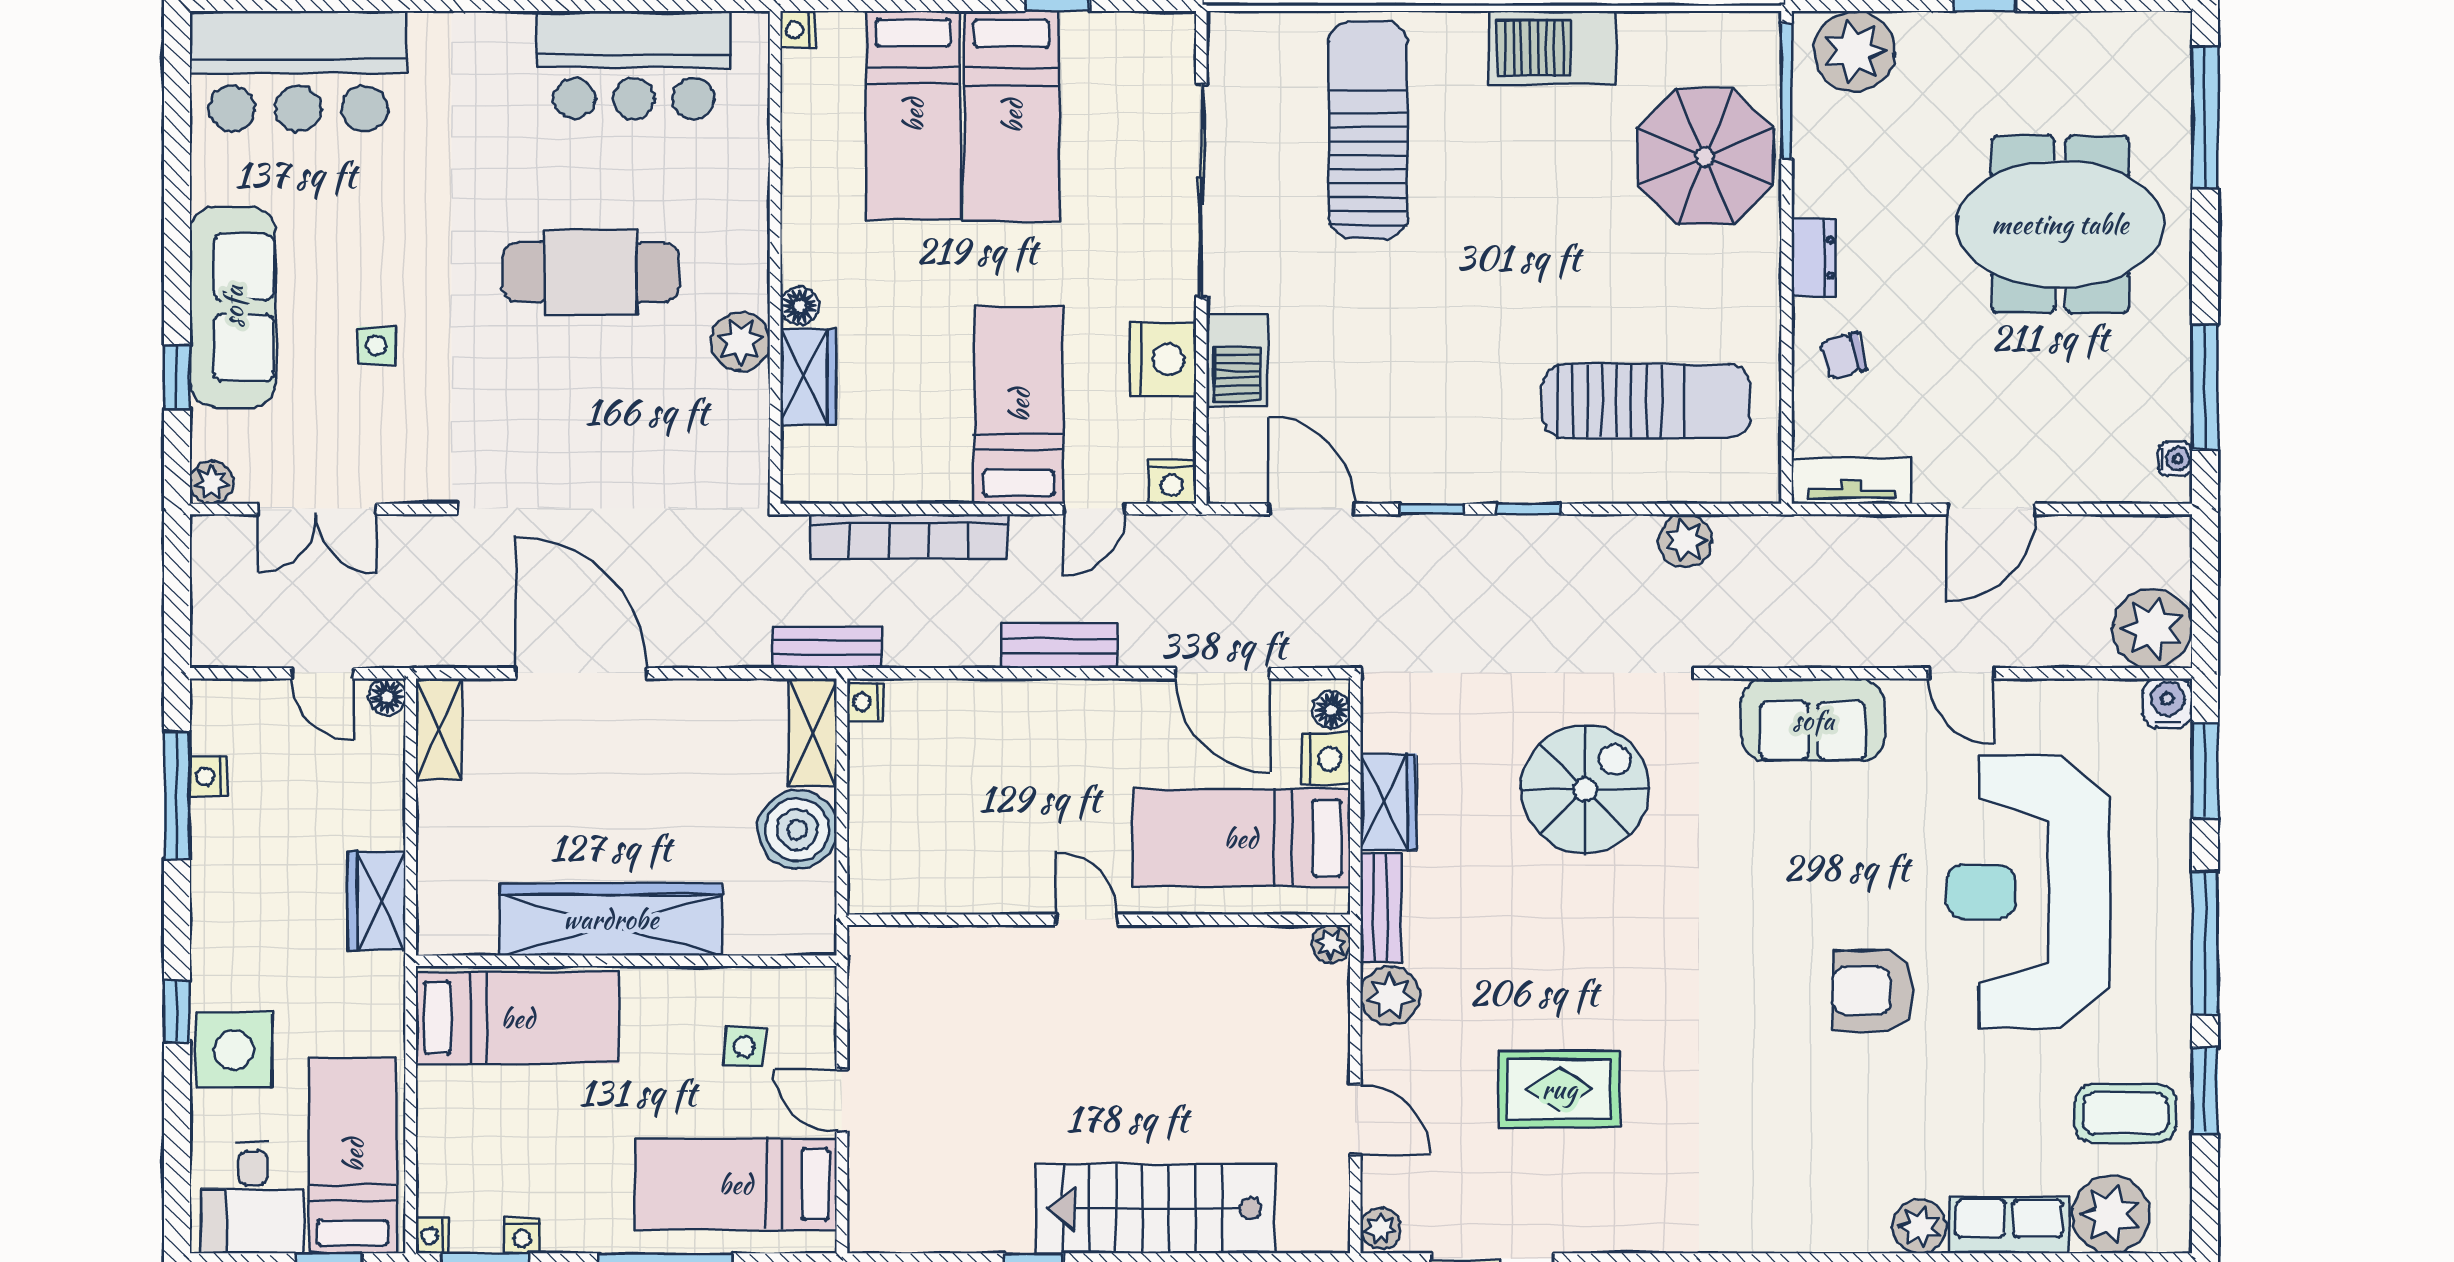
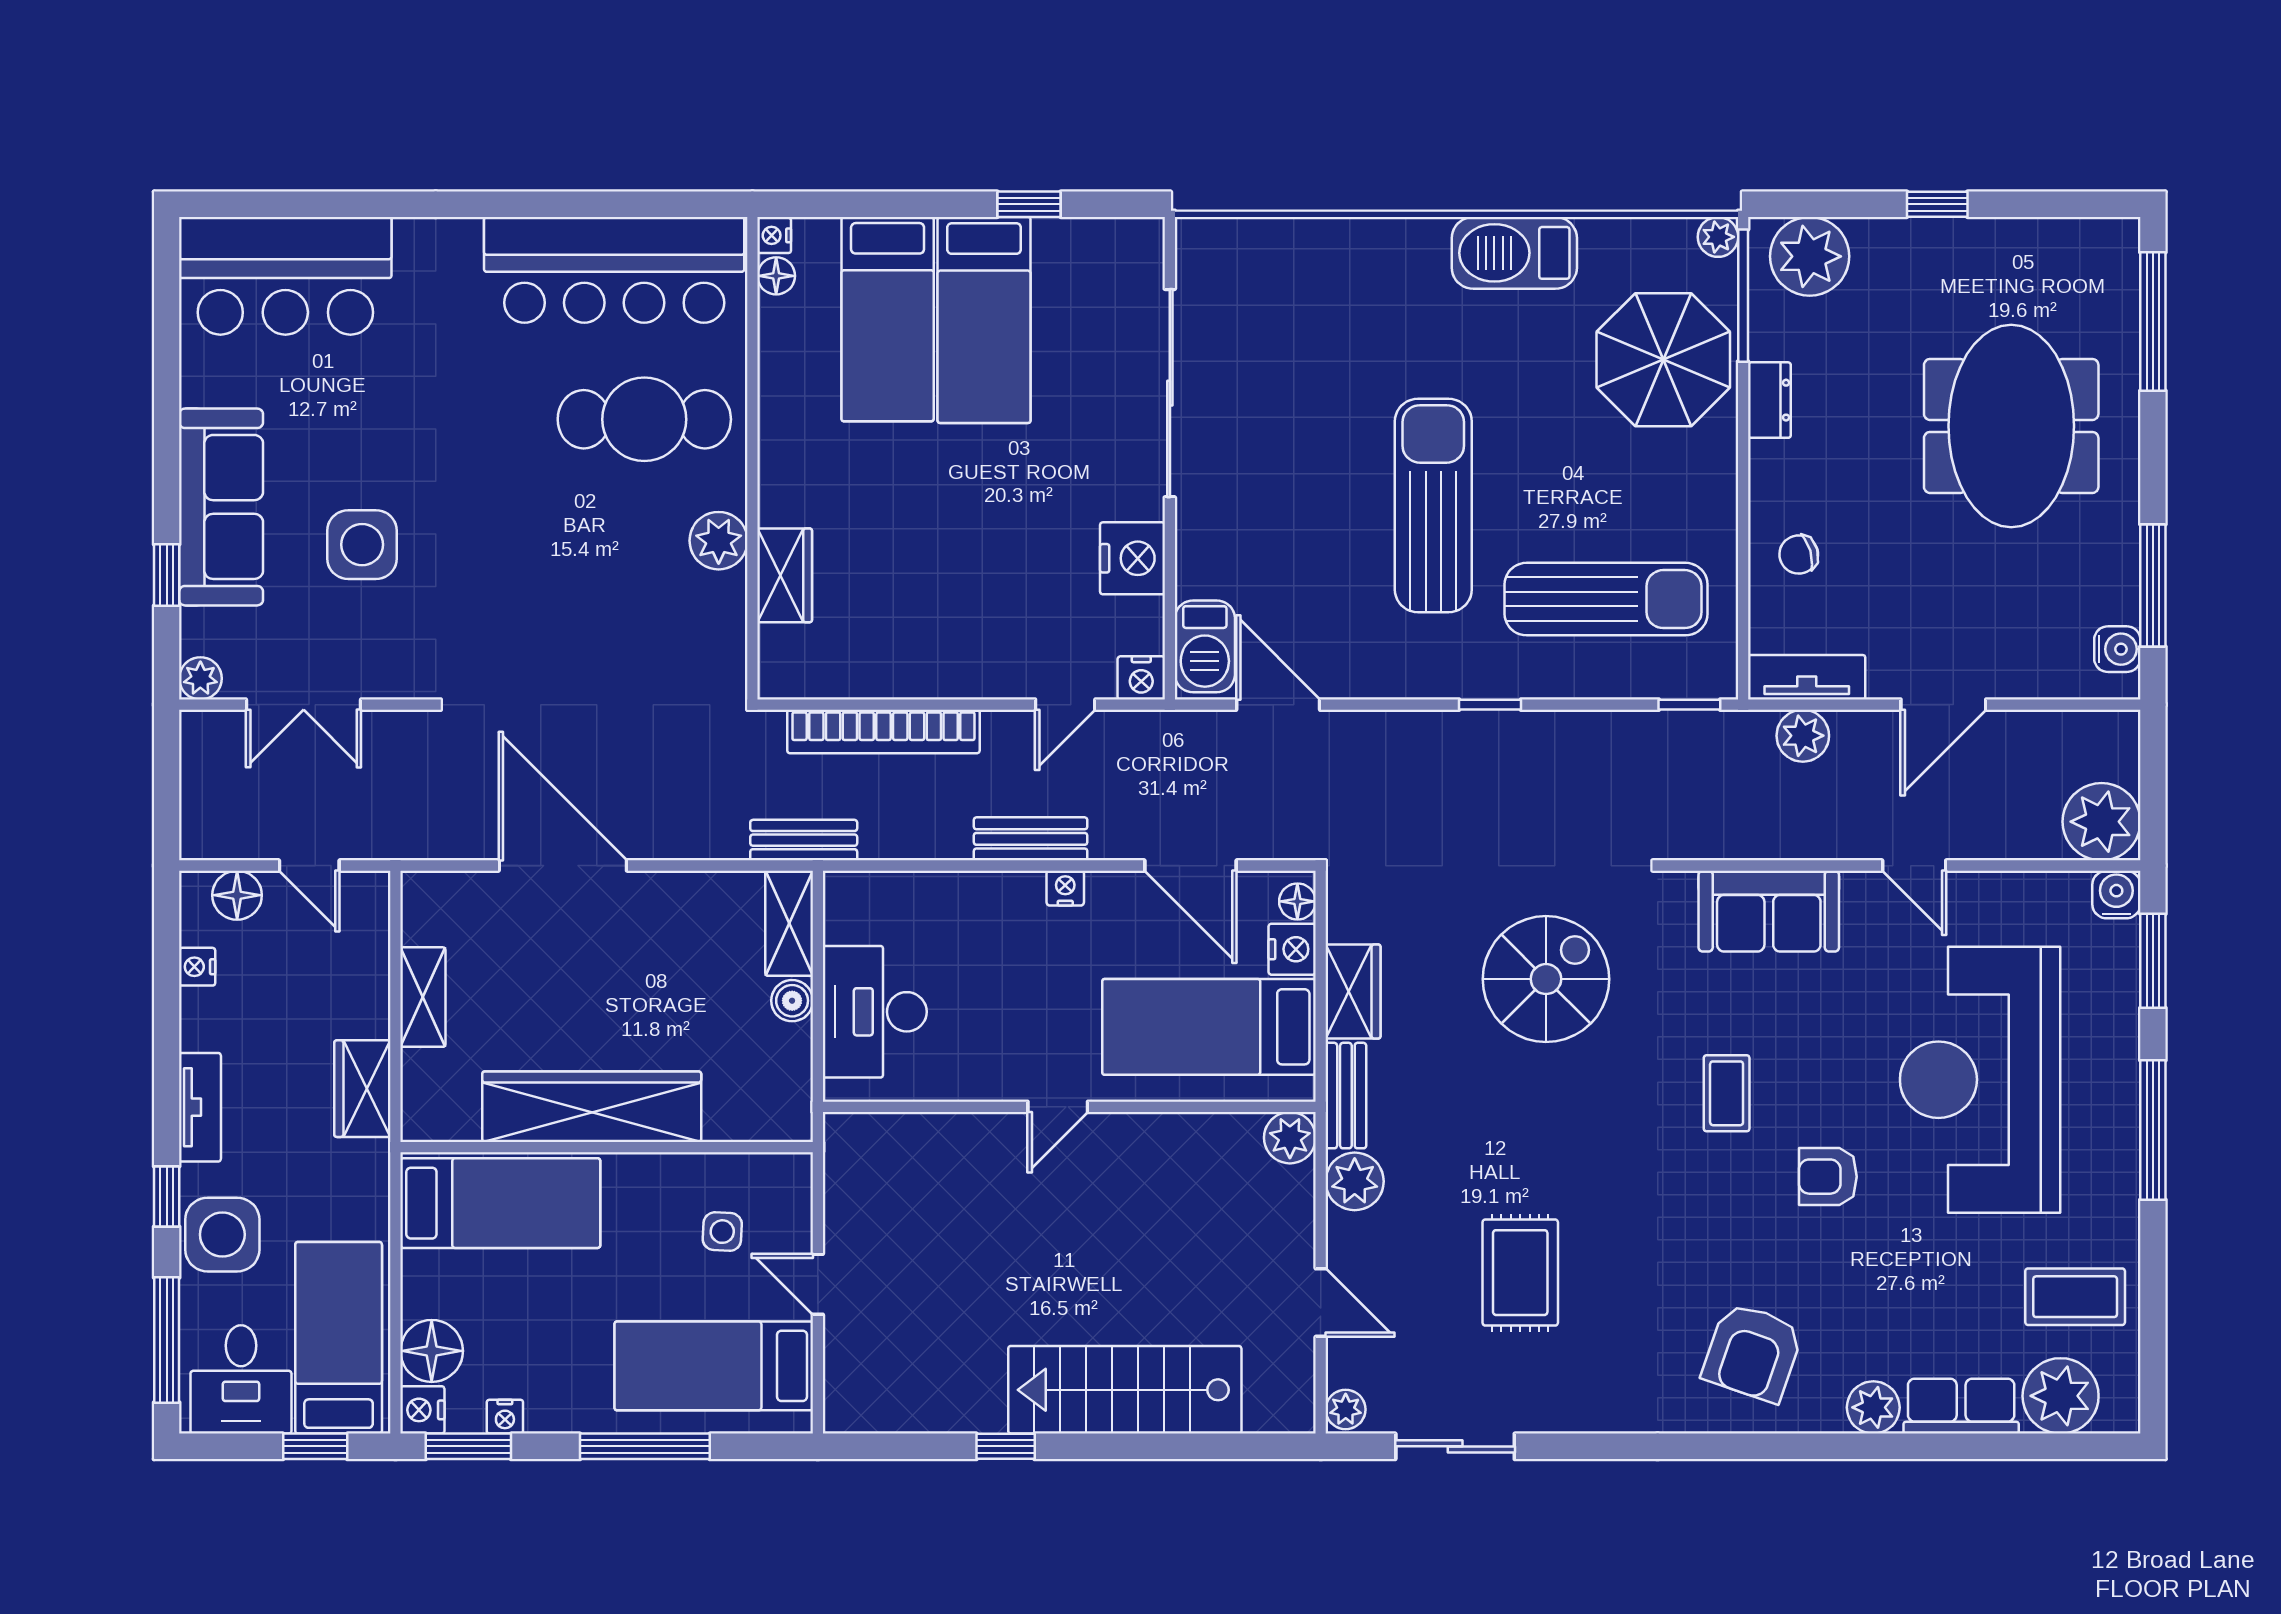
plant: (1761, 31) -> (1718, 237), added
bar counter: (634, 65) -> (614, 270), width x1.36
sun lounger: (1368, 130) -> (1433, 506), moved
meeting table: (2060, 224) -> (2011, 426), turned 90
dresser: (1813, 258) -> (1769, 400), moved
cafe table: (591, 272) -> (644, 419), moved
floor lamp: (799, 306) -> (776, 276), moved
side table: (377, 346) -> (362, 545), width x1.87, depth x1.87
barbecue: (1237, 360) -> (1205, 646), moved
bed: (1019, 405) -> (991, 603), removed
water cooler: (2175, 459) -> (2117, 649), width x1.38, depth x1.38
window: (1432, 509) -> (1689, 705), moved
plant: (1685, 541) -> (1803, 736), moved
floor lamp: (387, 697) -> (237, 895), moved, width x1.37, depth x1.37
nightstand: (865, 702) -> (1065, 888), moved, turned 90
shelving: (439, 729) -> (423, 997), moved
window: (177, 796) -> (167, 1340), moved
desk: (900, 823) -> (875, 1012), added
boiler: (797, 830) -> (792, 1001), width x0.54, depth x0.54
coffee table: (1770, 906) -> (1727, 1093), added
tv unit: (211, 920) -> (200, 1107), added
door: (1087, 920) -> (1058, 1107), swing flipped
plant: (1331, 944) -> (1290, 1138), width x1.38, depth x1.38
armchair: (1873, 991) -> (1828, 1177), width x0.72, depth x0.72
rug: (1559, 1089) -> (1520, 1273), turned 90
window: (2205, 1090) -> (2153, 1274), removed
floor lamp: (448, 1169) -> (432, 1351), added
armchair: (1796, 1170) -> (1753, 1352), added
nightstand: (432, 1236) -> (422, 1410), width x1.39, depth x1.35

